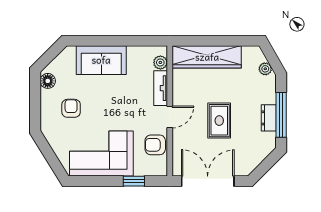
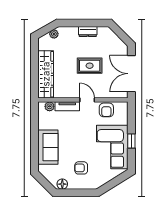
window: (281, 115) -> (86, 23), removed
window: (134, 181) -> (131, 141), moved

